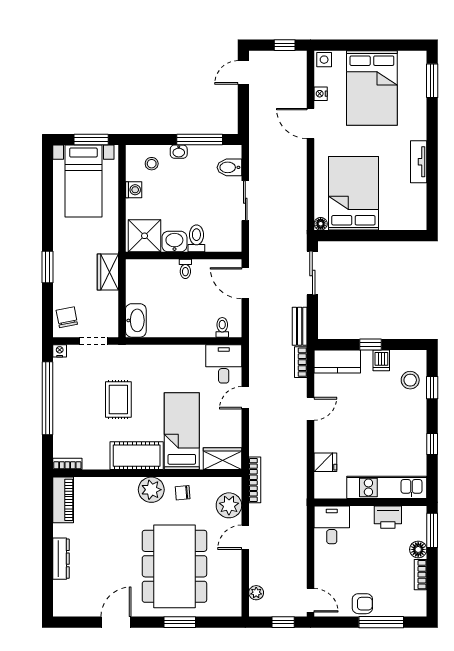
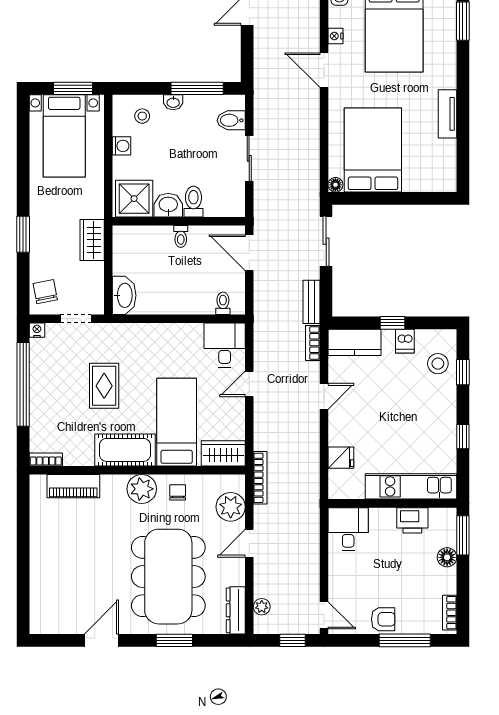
chair: (183, 493) -> (178, 492), turned 95
piano: (63, 500) -> (73, 486), moved, turned 90
dresser: (61, 559) -> (236, 610), moved, turned 180
bookcase: (421, 575) -> (450, 613), moved

